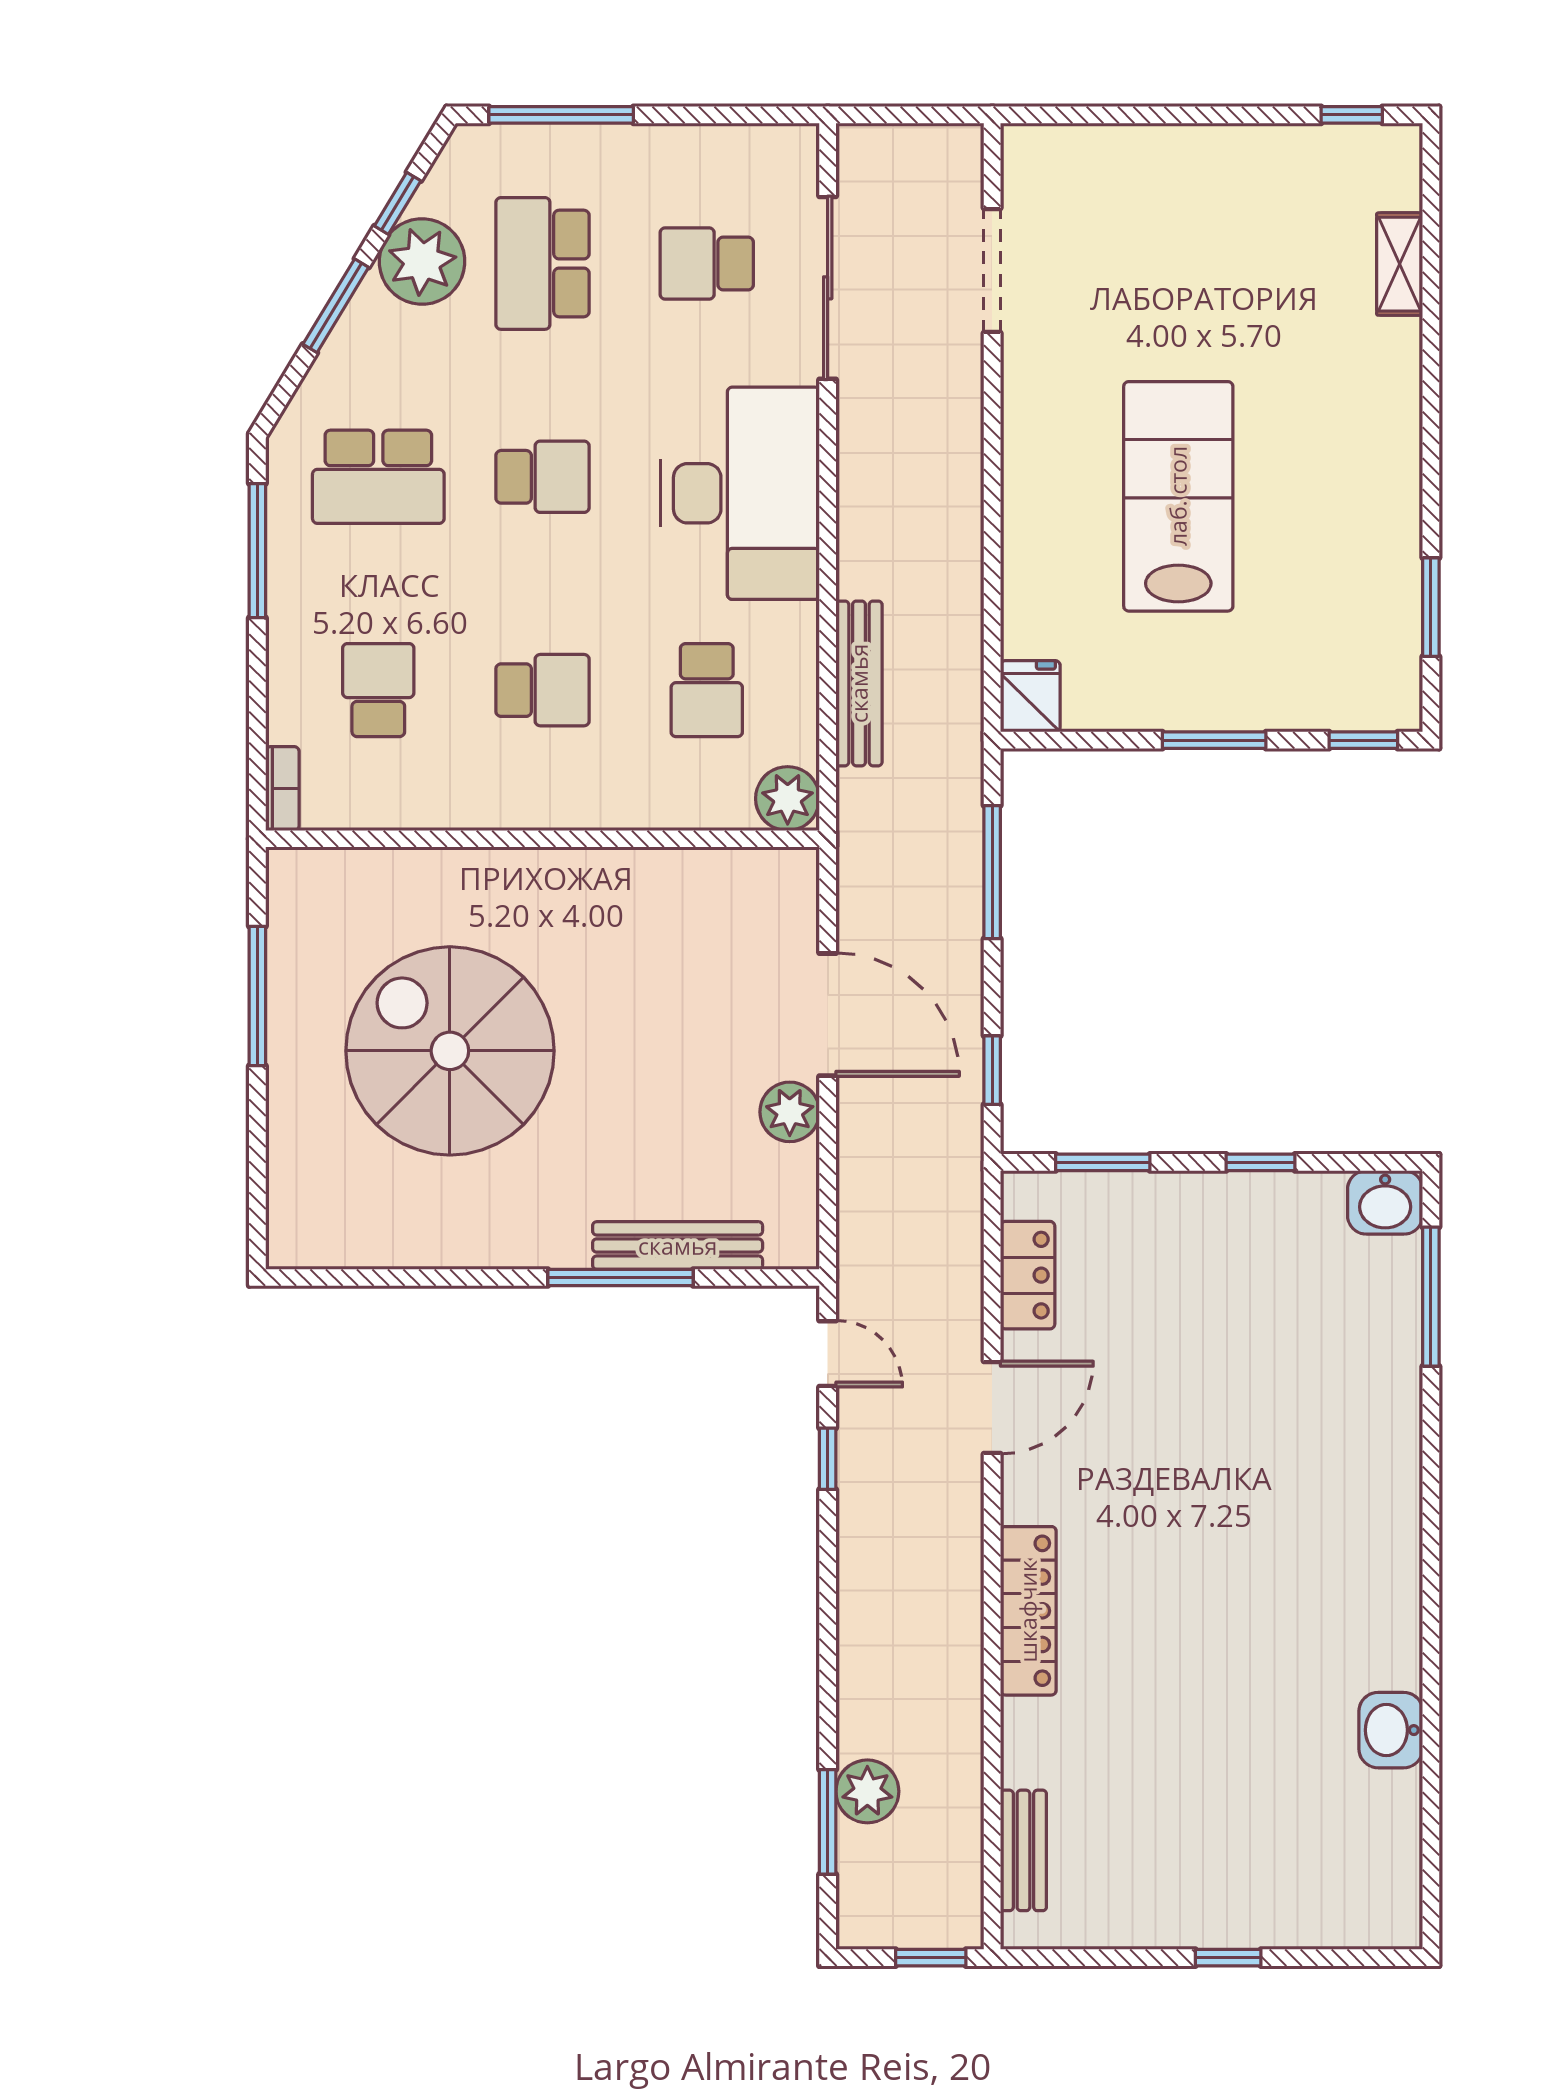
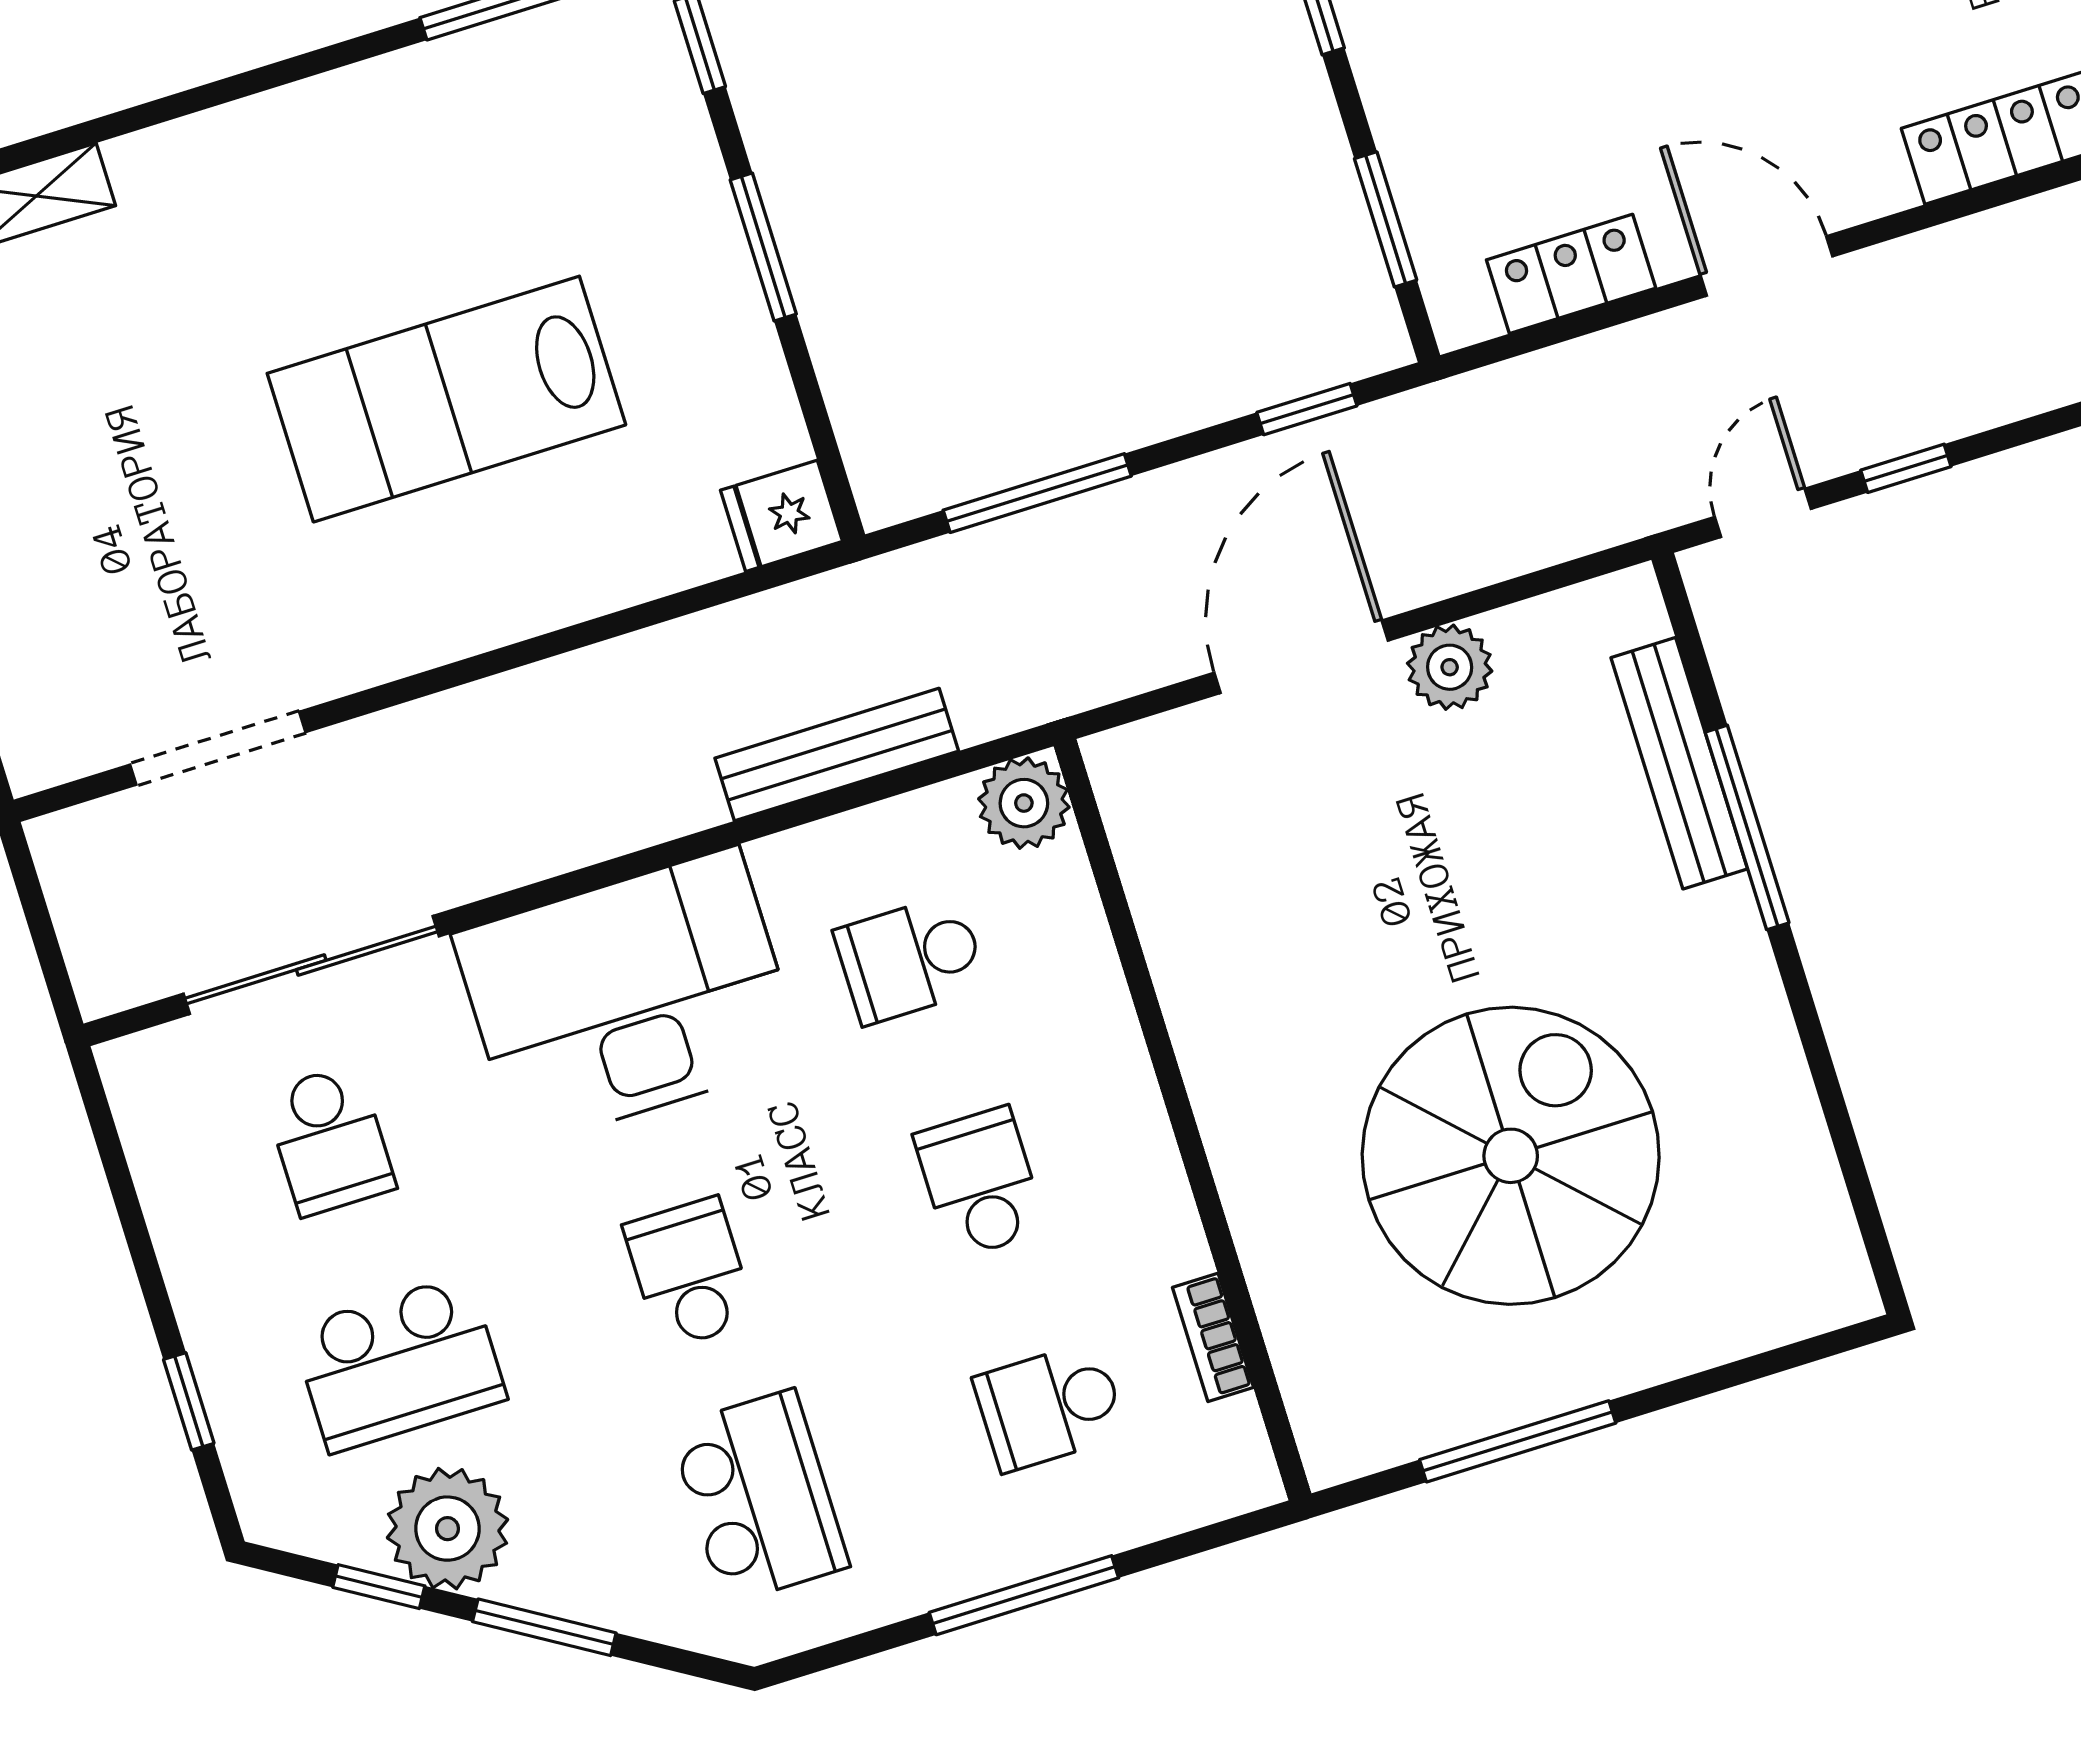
window: (561, 115) -> (189, 1401), width x0.46
window: (257, 551) -> (1024, 1595), moved
school desk: (707, 690) -> (910, 959), turned 180
bookcase: (282, 789) -> (1213, 1337), moved, turned -90
spiral stairs: (450, 1051) -> (1511, 1156), turned 180

